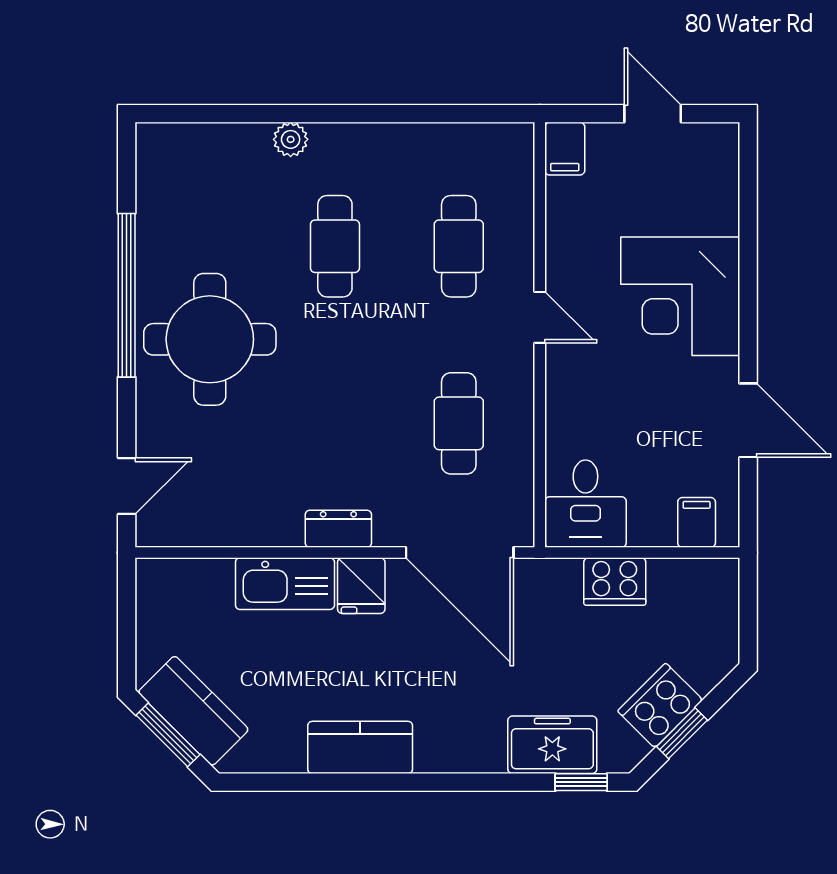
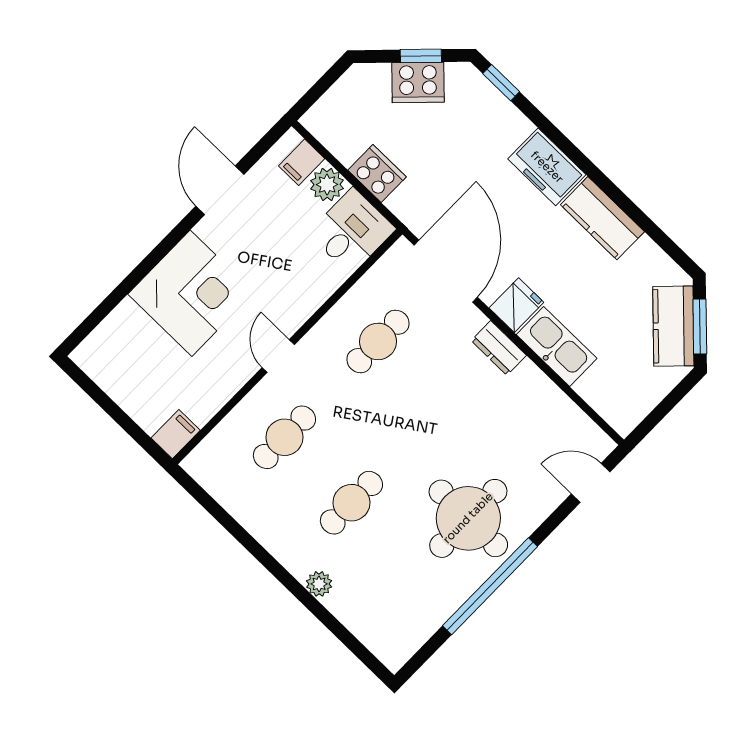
door: (653, 114) -> (110, 407), removed
plant: (652, 525) -> (327, 185), added
freezer: (552, 745) -> (547, 167), moved

